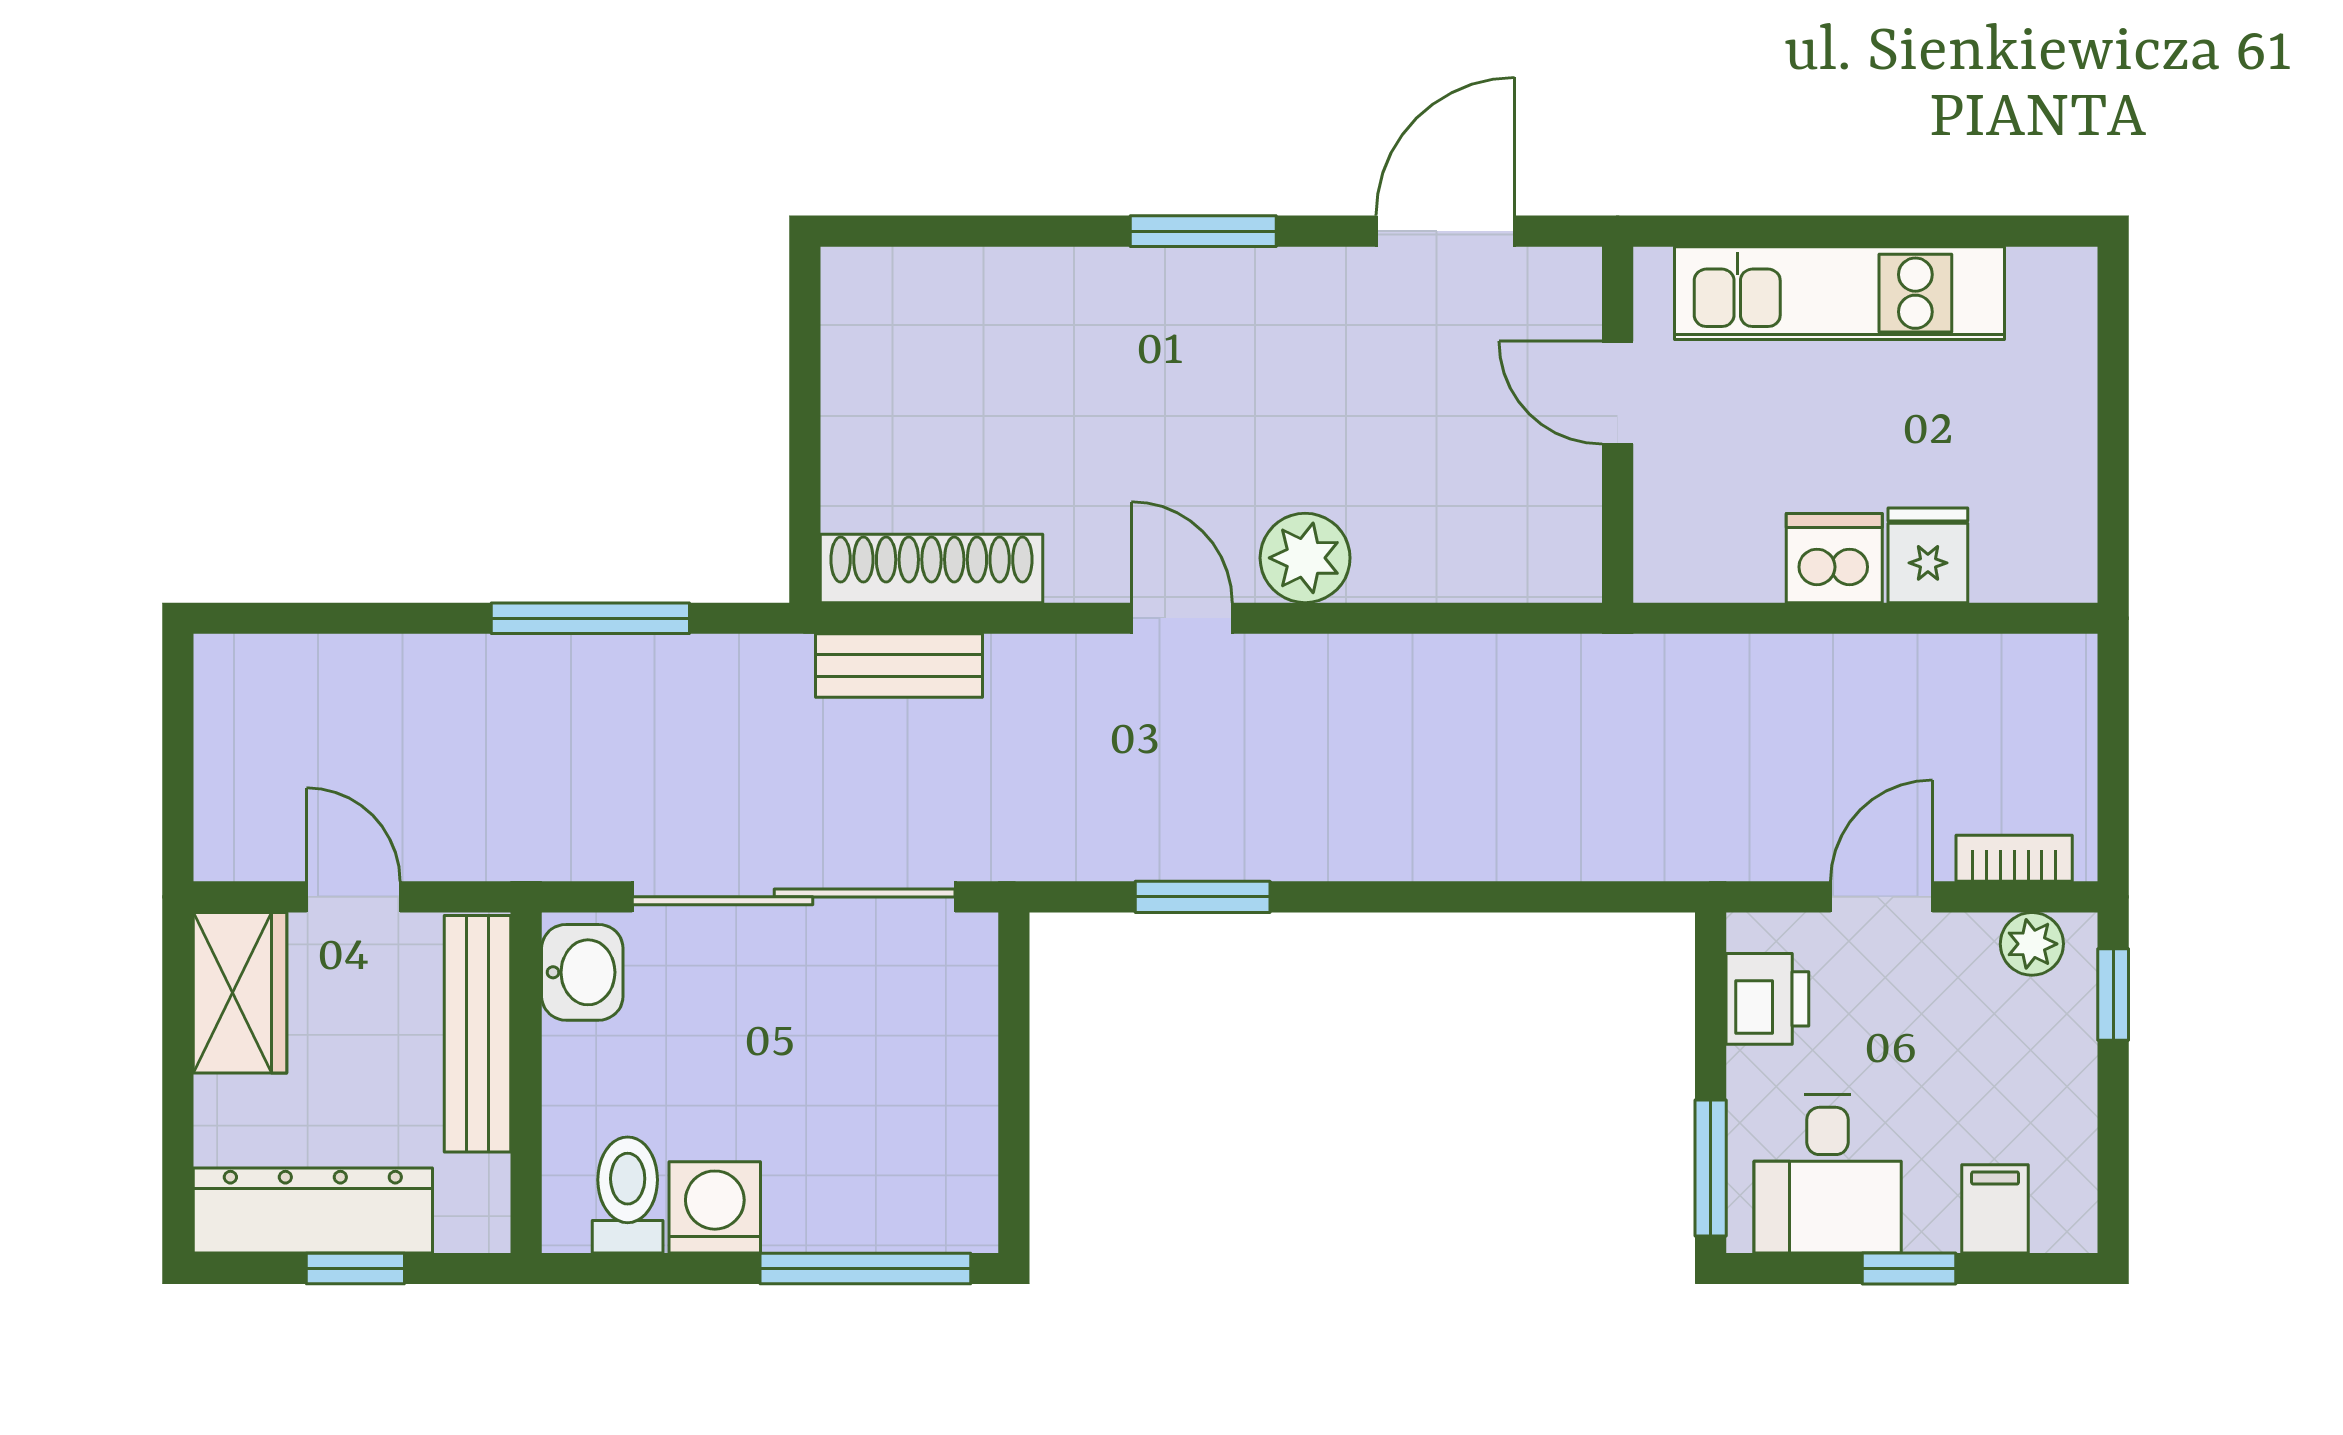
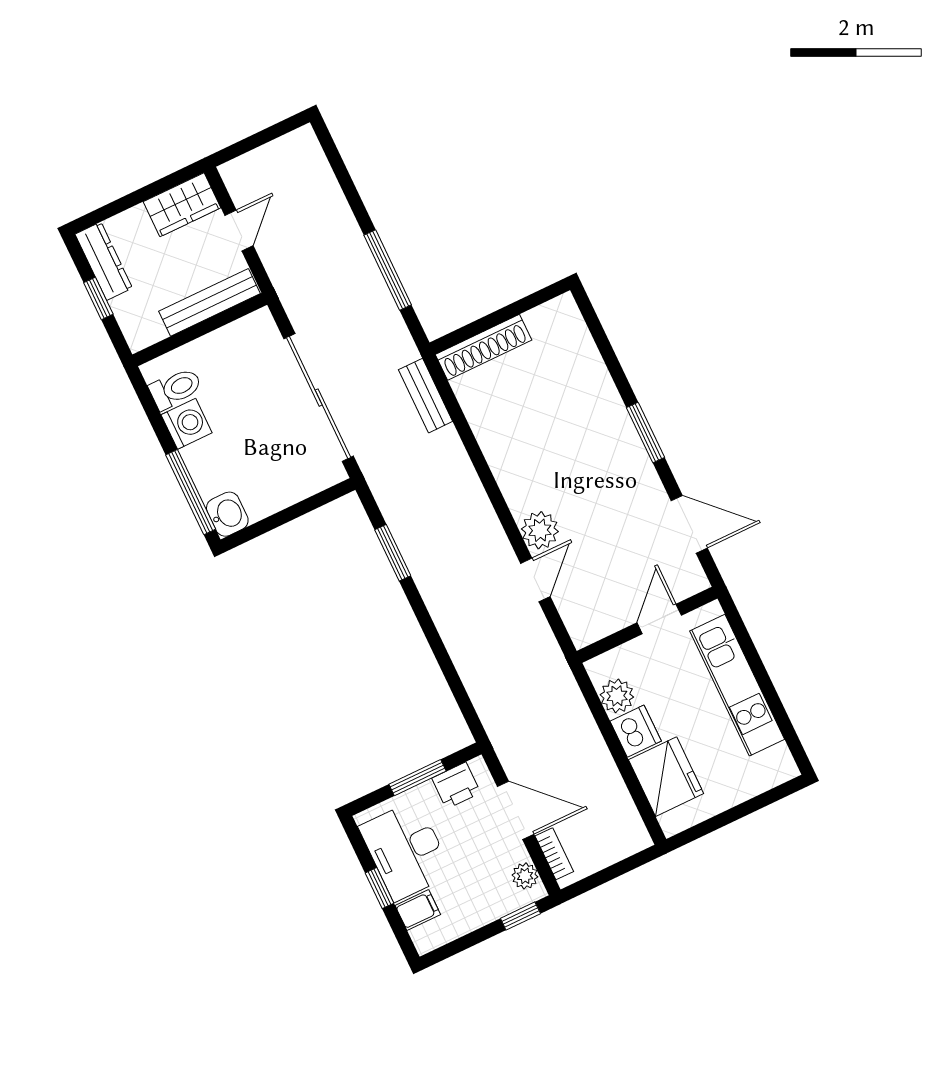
fridge: (1928, 555) -> (666, 777), width x1.88, depth x1.34
plant: (1740, 562) -> (617, 696), added
shoe rack: (931, 568) -> (484, 347), moved, turned 90
door: (1182, 618) -> (535, 580), moved
door: (1882, 897) -> (516, 810), width x1.38
washbasin: (582, 972) -> (227, 514), moved, turned -90
window: (1711, 1168) -> (417, 778), moved
desk: (1828, 1174) -> (406, 850), width x1.37
dresser: (313, 1210) -> (104, 261), width x0.73, depth x0.80

